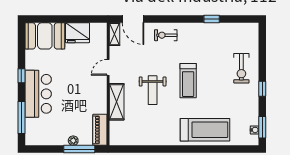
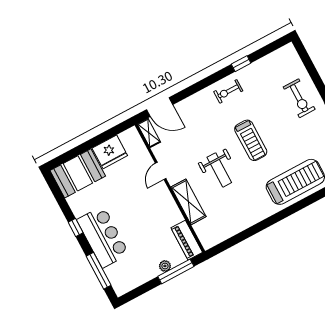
exercise bike: (166, 35) -> (228, 91), moved

